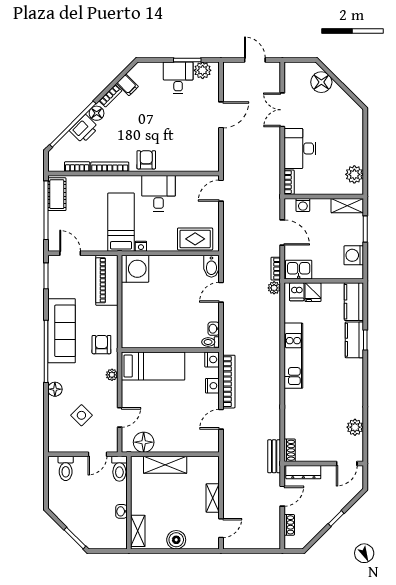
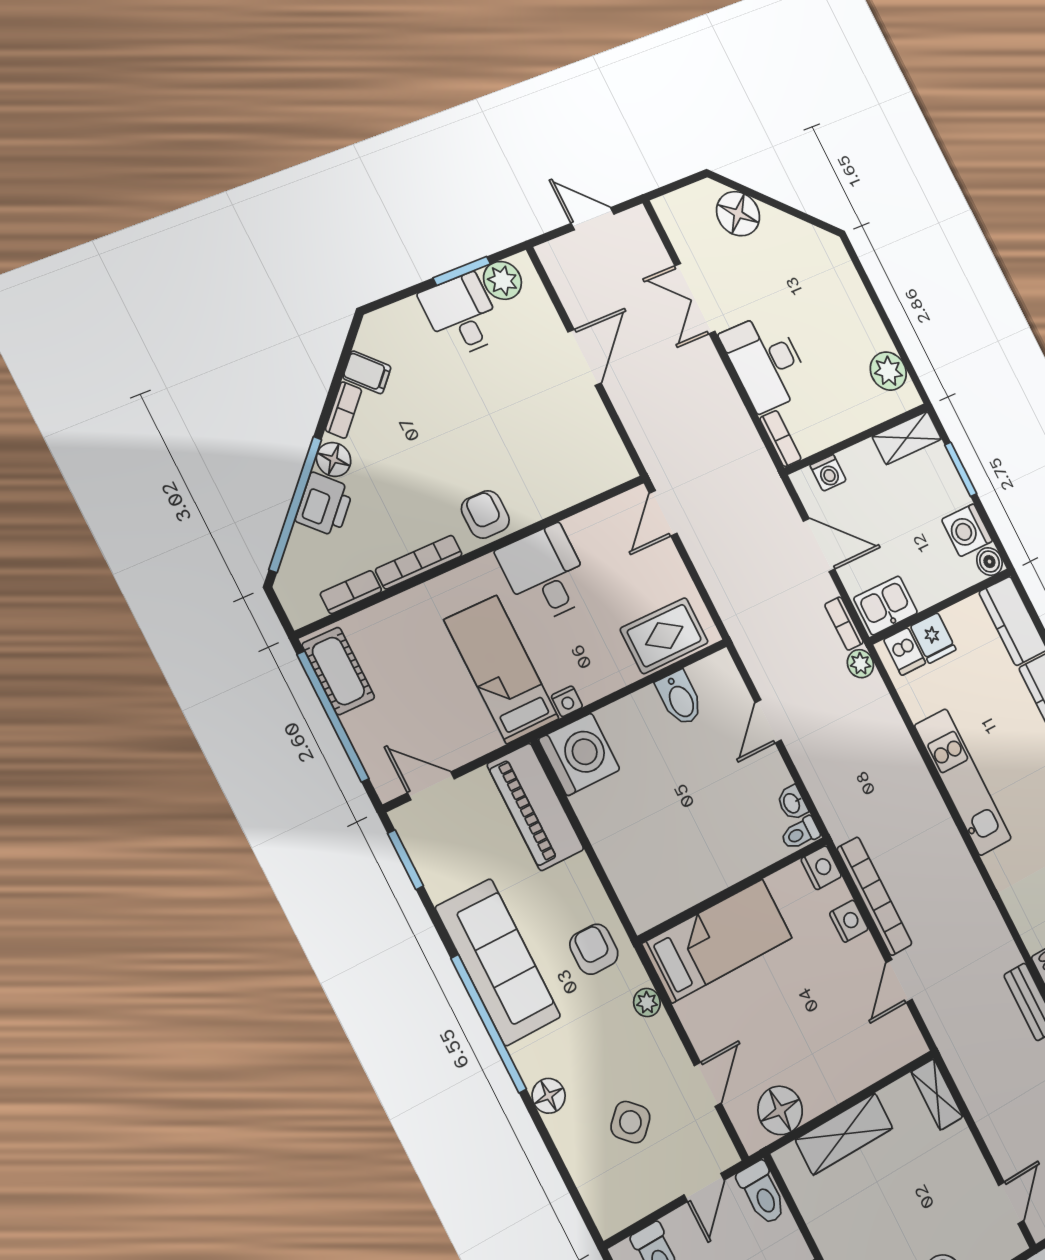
bidet: (211, 266) -> (680, 698), moved
boiler: (357, 273) -> (989, 562), added
shelving: (213, 498) -> (937, 1094), moved

